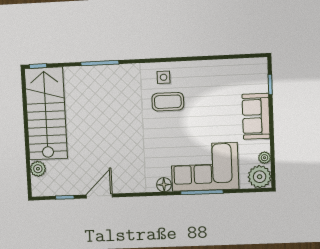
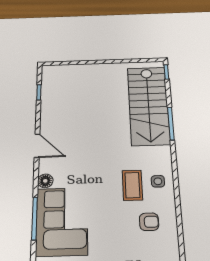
armchair: (205, 86) -> (149, 222), added
stairs: (46, 114) -> (148, 105), moved, turned 90
plant: (38, 169) -> (68, 71), removed
door: (99, 196) -> (37, 146), moved

